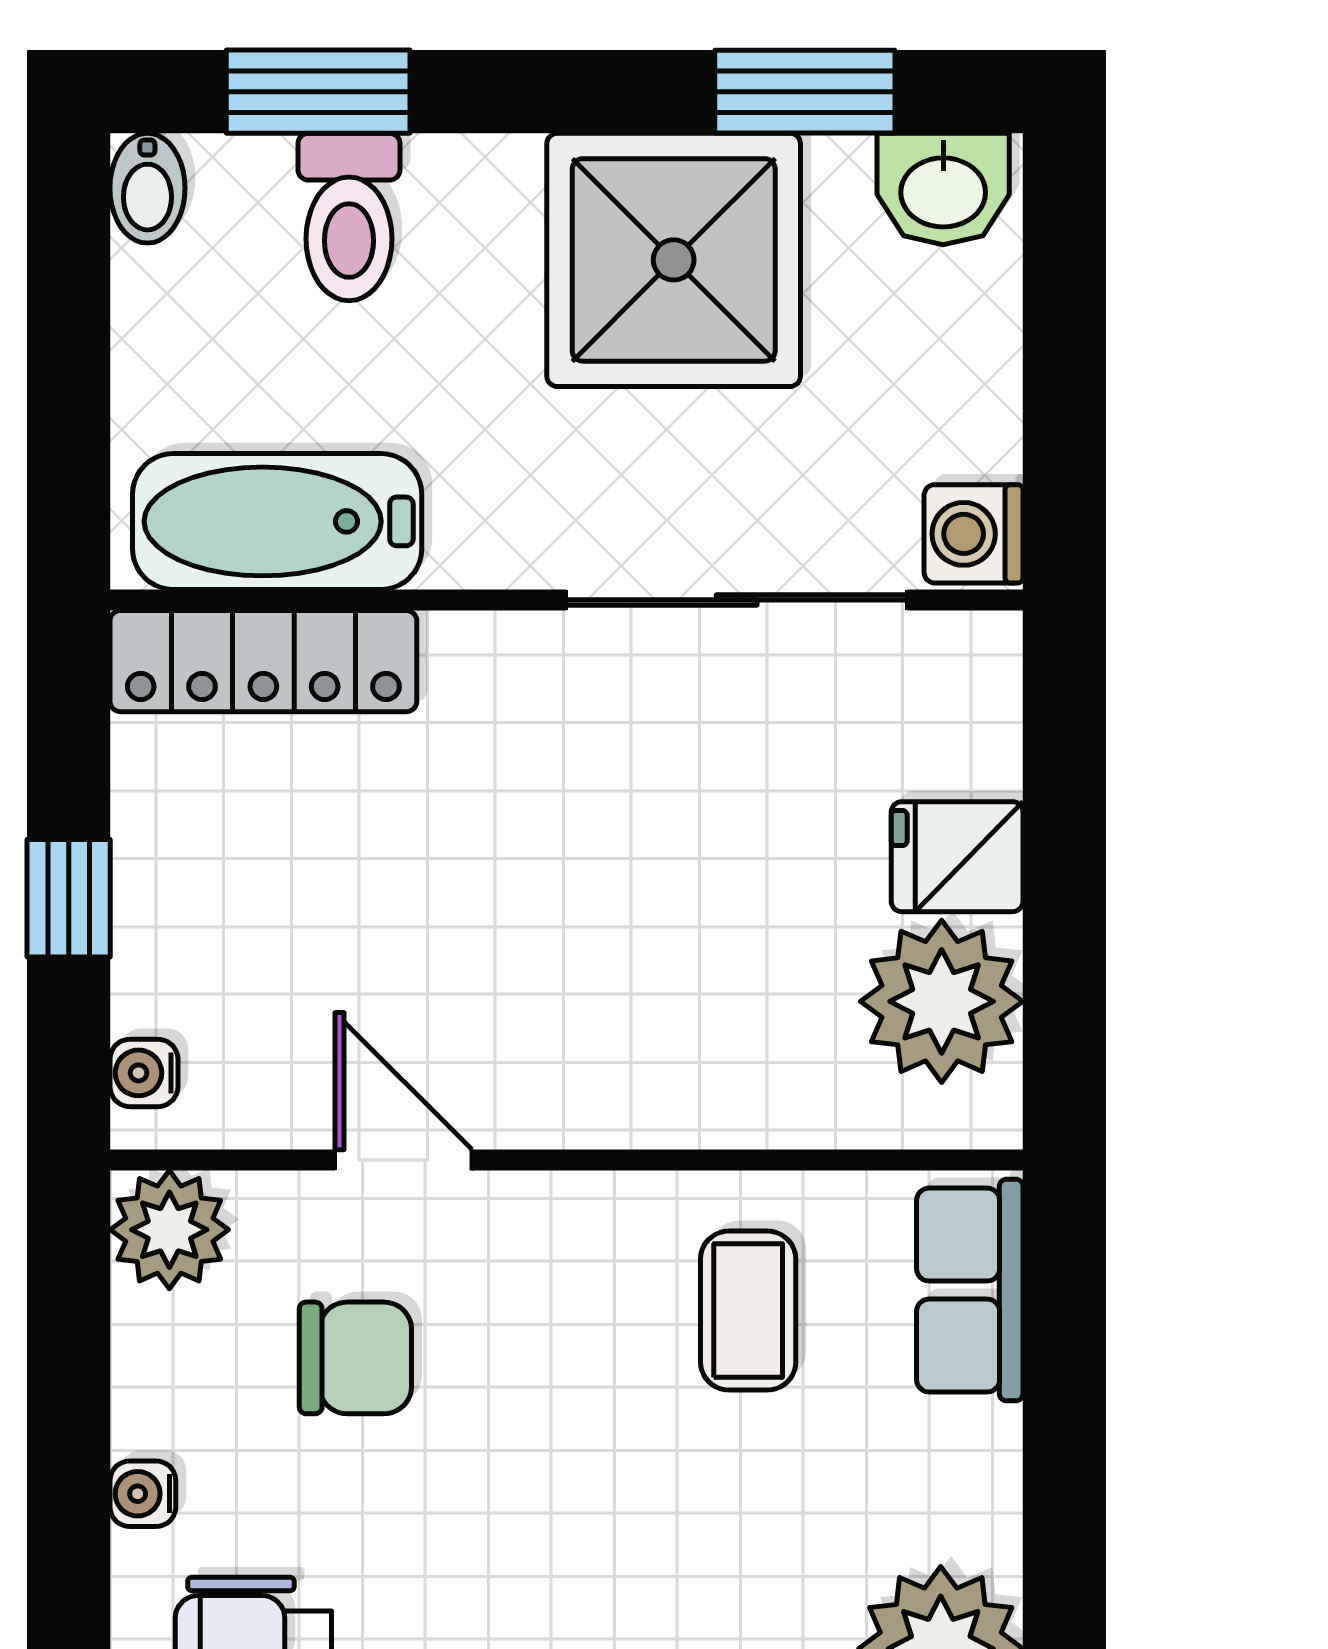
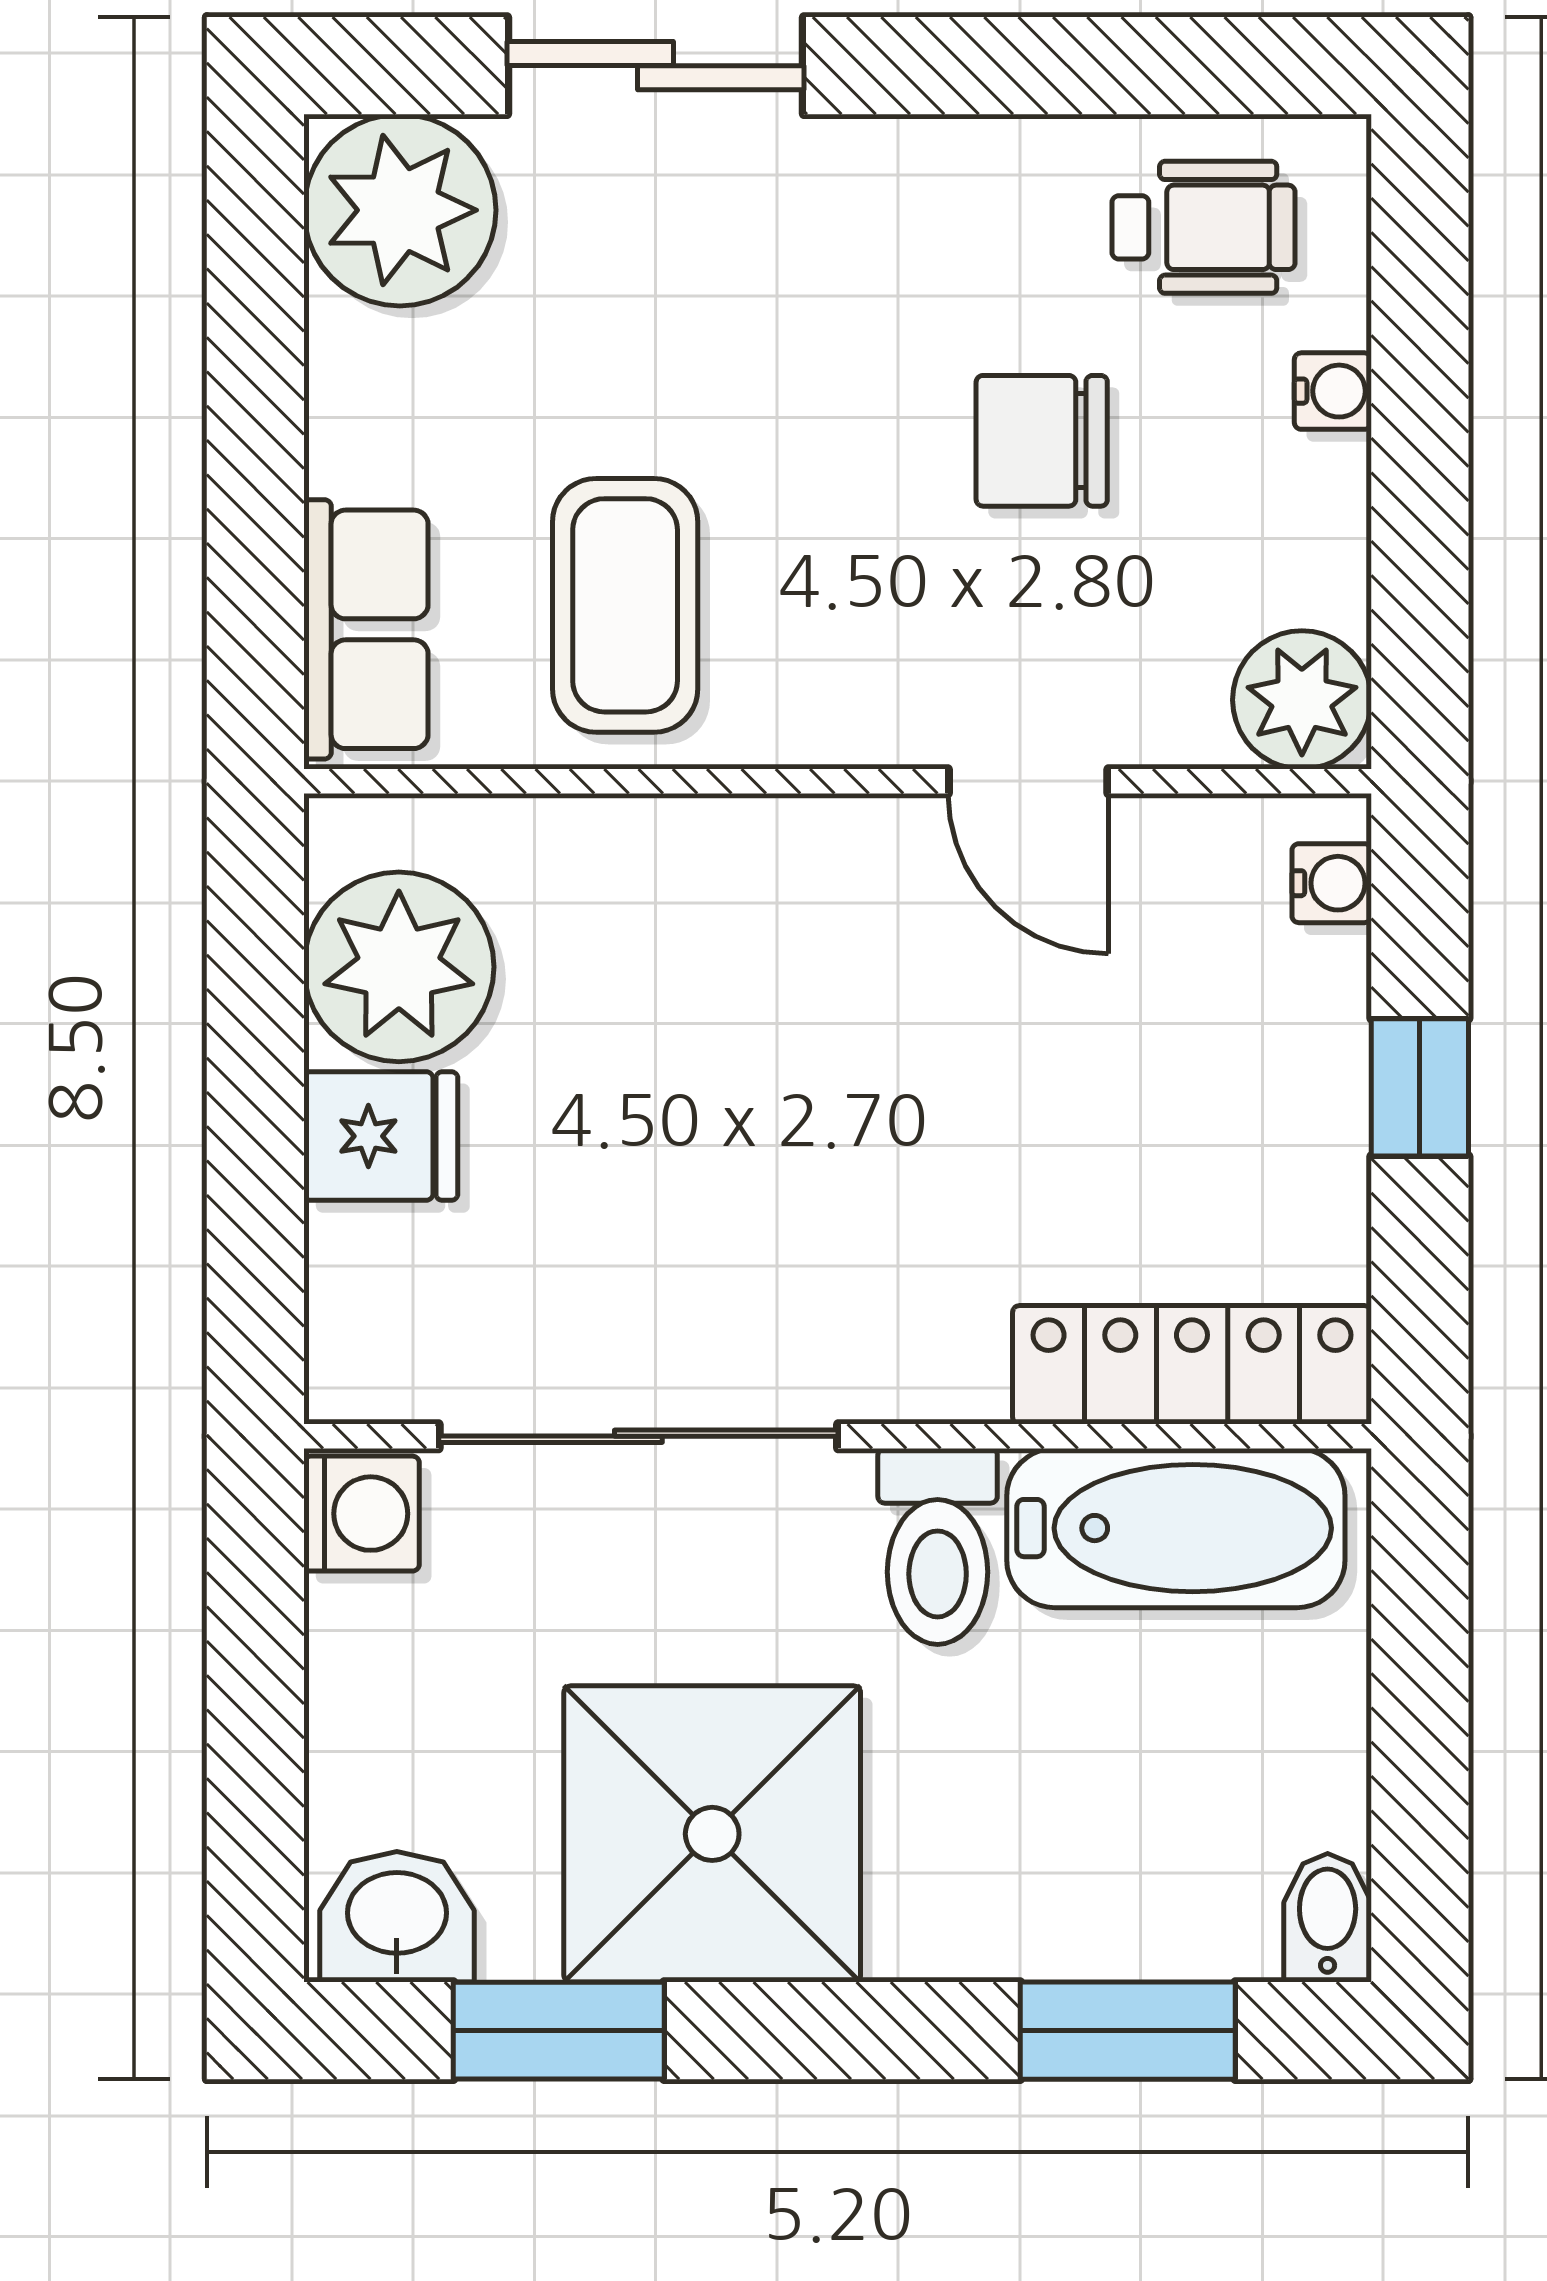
toilet: (349, 217) -> (938, 1546), moved, turned 180
coffee table: (748, 1311) -> (625, 605), width x1.36, depth x1.30
chair: (355, 1358) -> (1042, 441), moved

